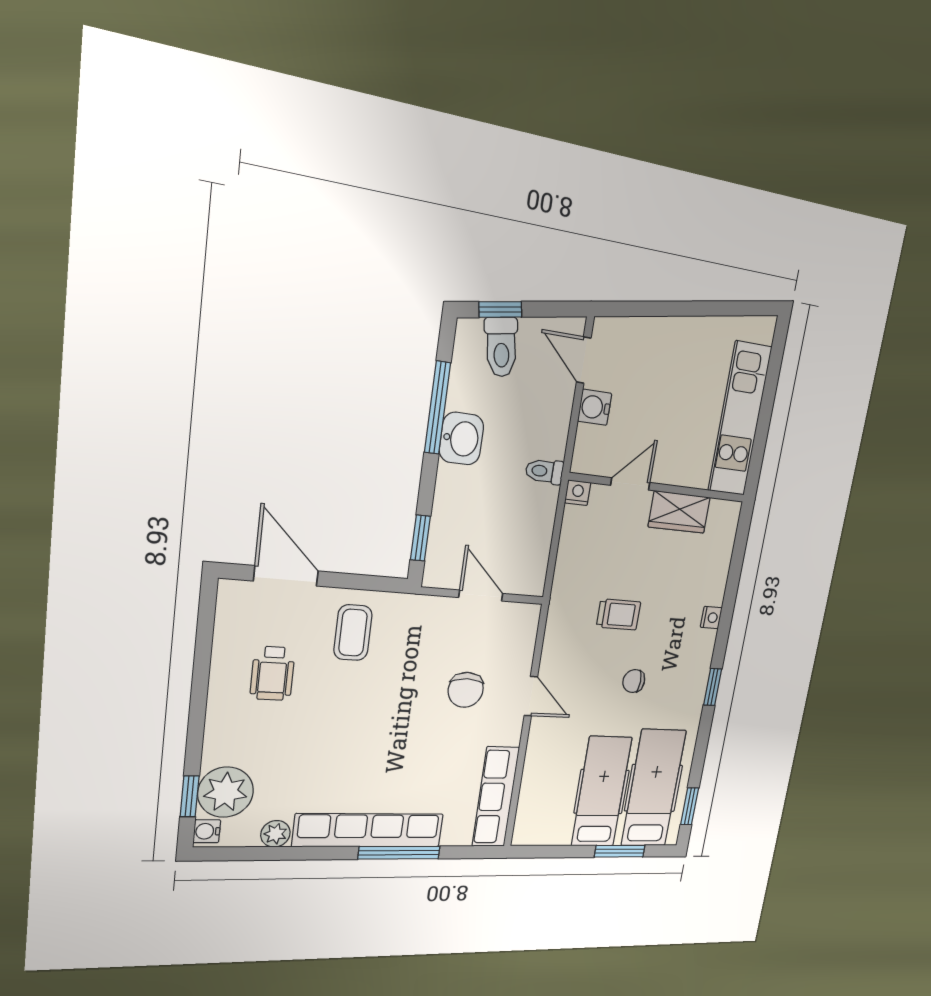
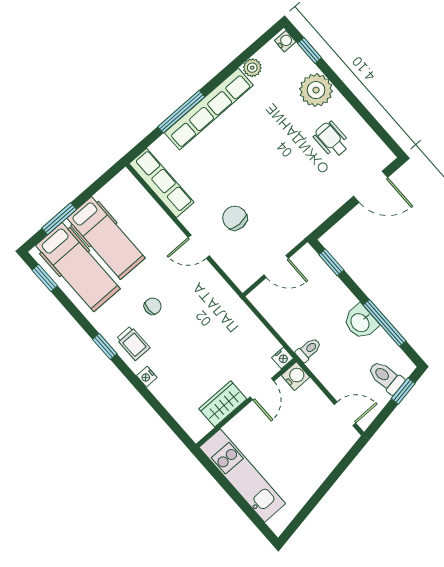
water cooler: (595, 407) -> (296, 376), moved
trolley: (619, 614) -> (133, 343), moved, turned -90
coffee table: (353, 633) -> (316, 192), removed
plant: (226, 792) -> (316, 90), moved

